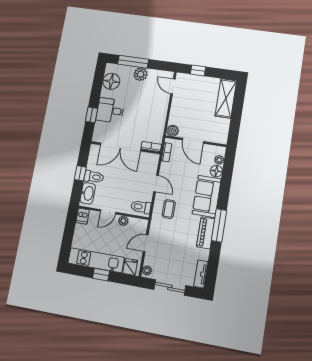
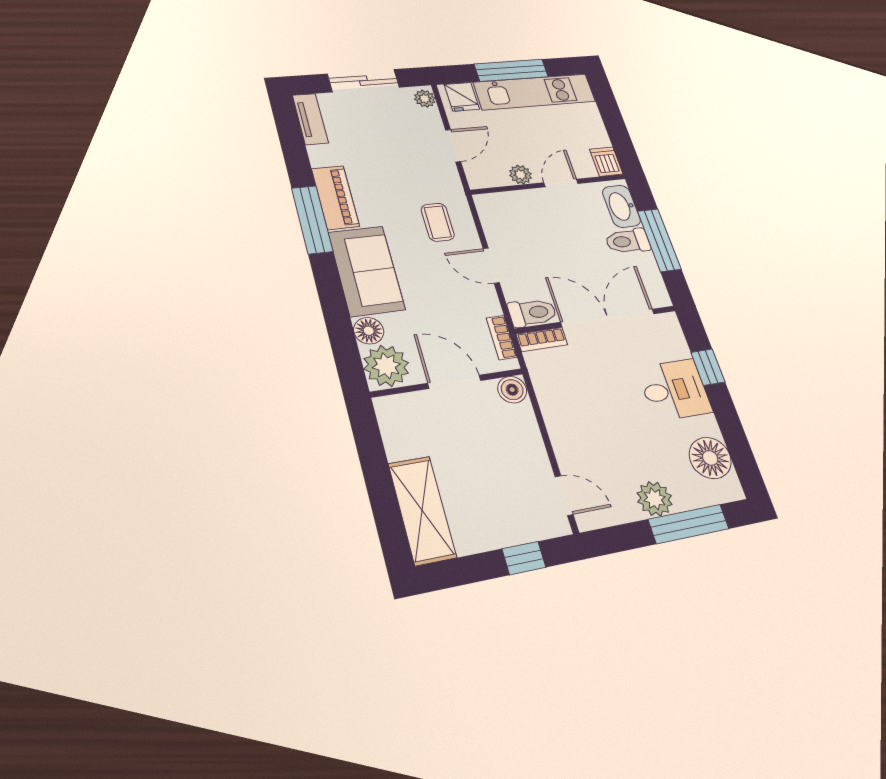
plant: (219, 160) -> (386, 366), width x1.87, depth x1.87
window: (80, 173) -> (659, 240), width x2.17
toilet: (141, 207) -> (532, 313), moved
window: (101, 275) -> (511, 70), width x2.17

